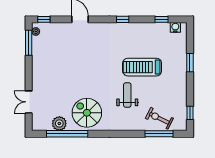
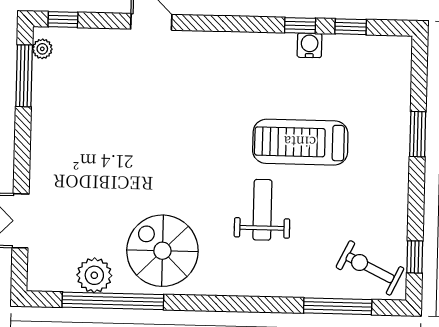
window: (123, 19) -> (300, 25), moved
water cooler: (175, 27) -> (310, 45), moved
exercise bike: (159, 118) -> (370, 268), moved

